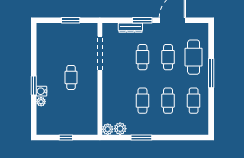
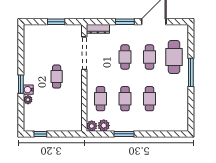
dresser: (130, 28) -> (98, 29), moved
cafe table: (194, 101) -> (101, 99), moved
window: (66, 137) -> (40, 134), moved

